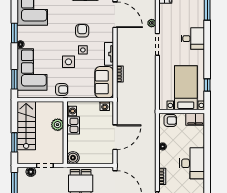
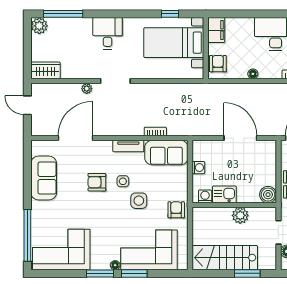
window: (14, 79) -> (134, 273), moved
washing machine: (105, 106) -> (198, 168), moved
plant: (58, 125) -> (240, 215), moved

